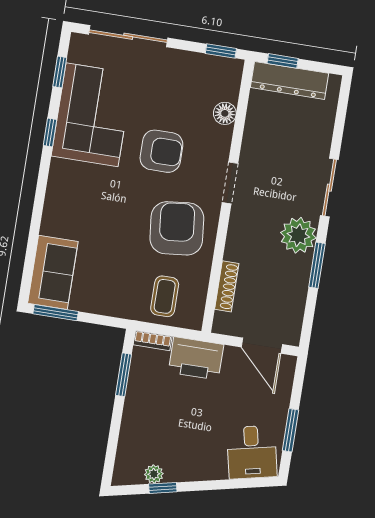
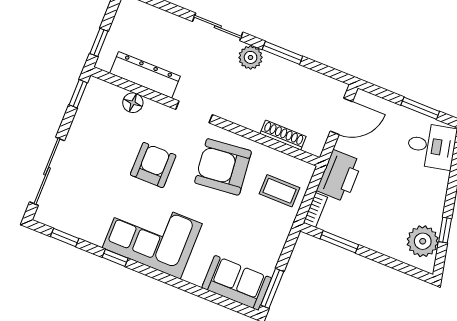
dresser: (289, 80) -> (145, 75), moved, turned -90
corner sofa: (92, 115) -> (152, 236), moved
plant: (298, 235) -> (251, 57), width x0.73, depth x0.73
plant: (154, 474) -> (423, 241), width x1.87, depth x1.87

